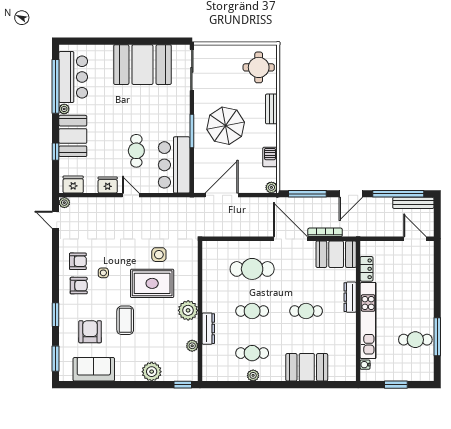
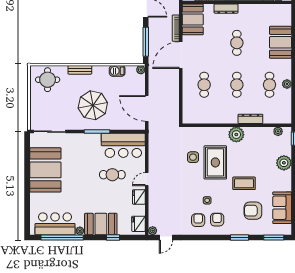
cafe table: (252, 269) -> (204, 85), width x0.73, depth x0.74
plant: (192, 346) -> (278, 131), moved

